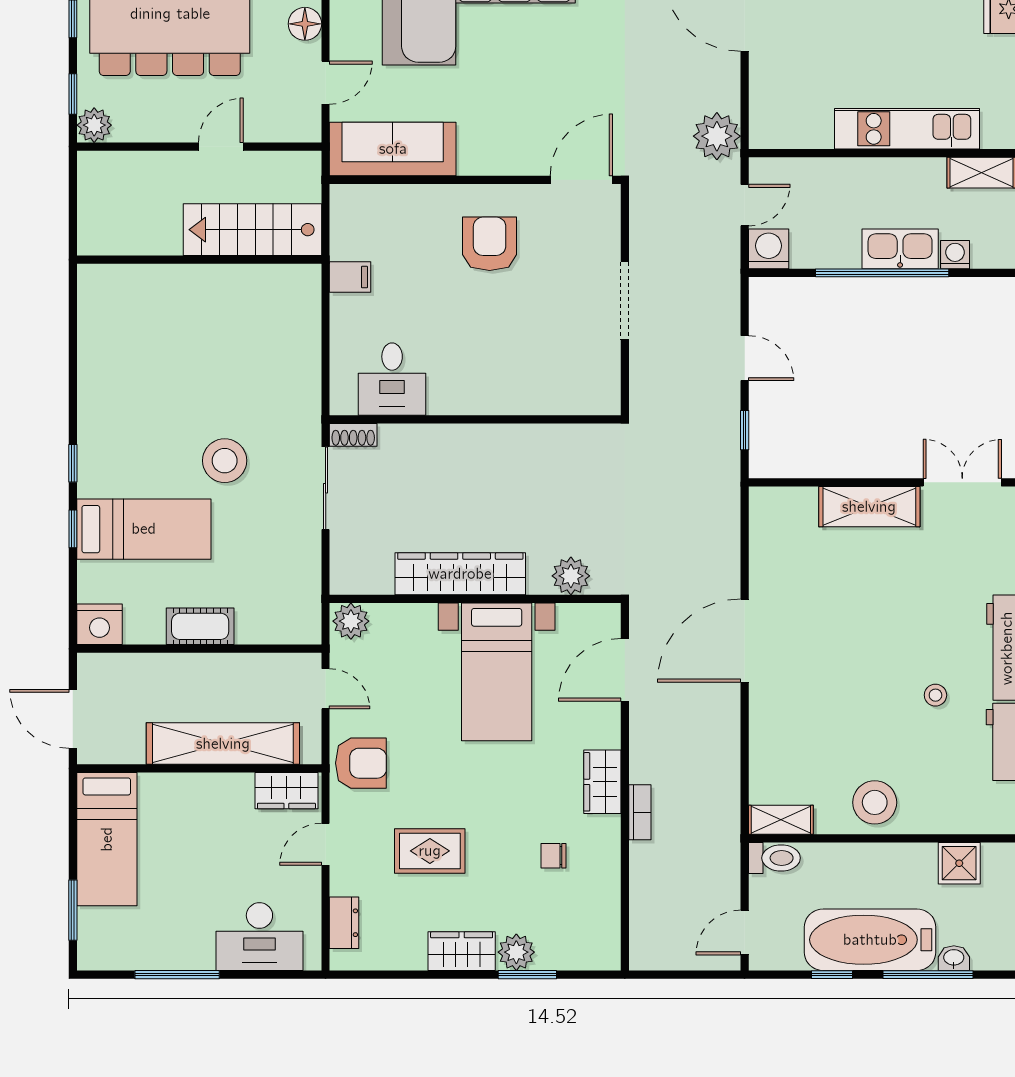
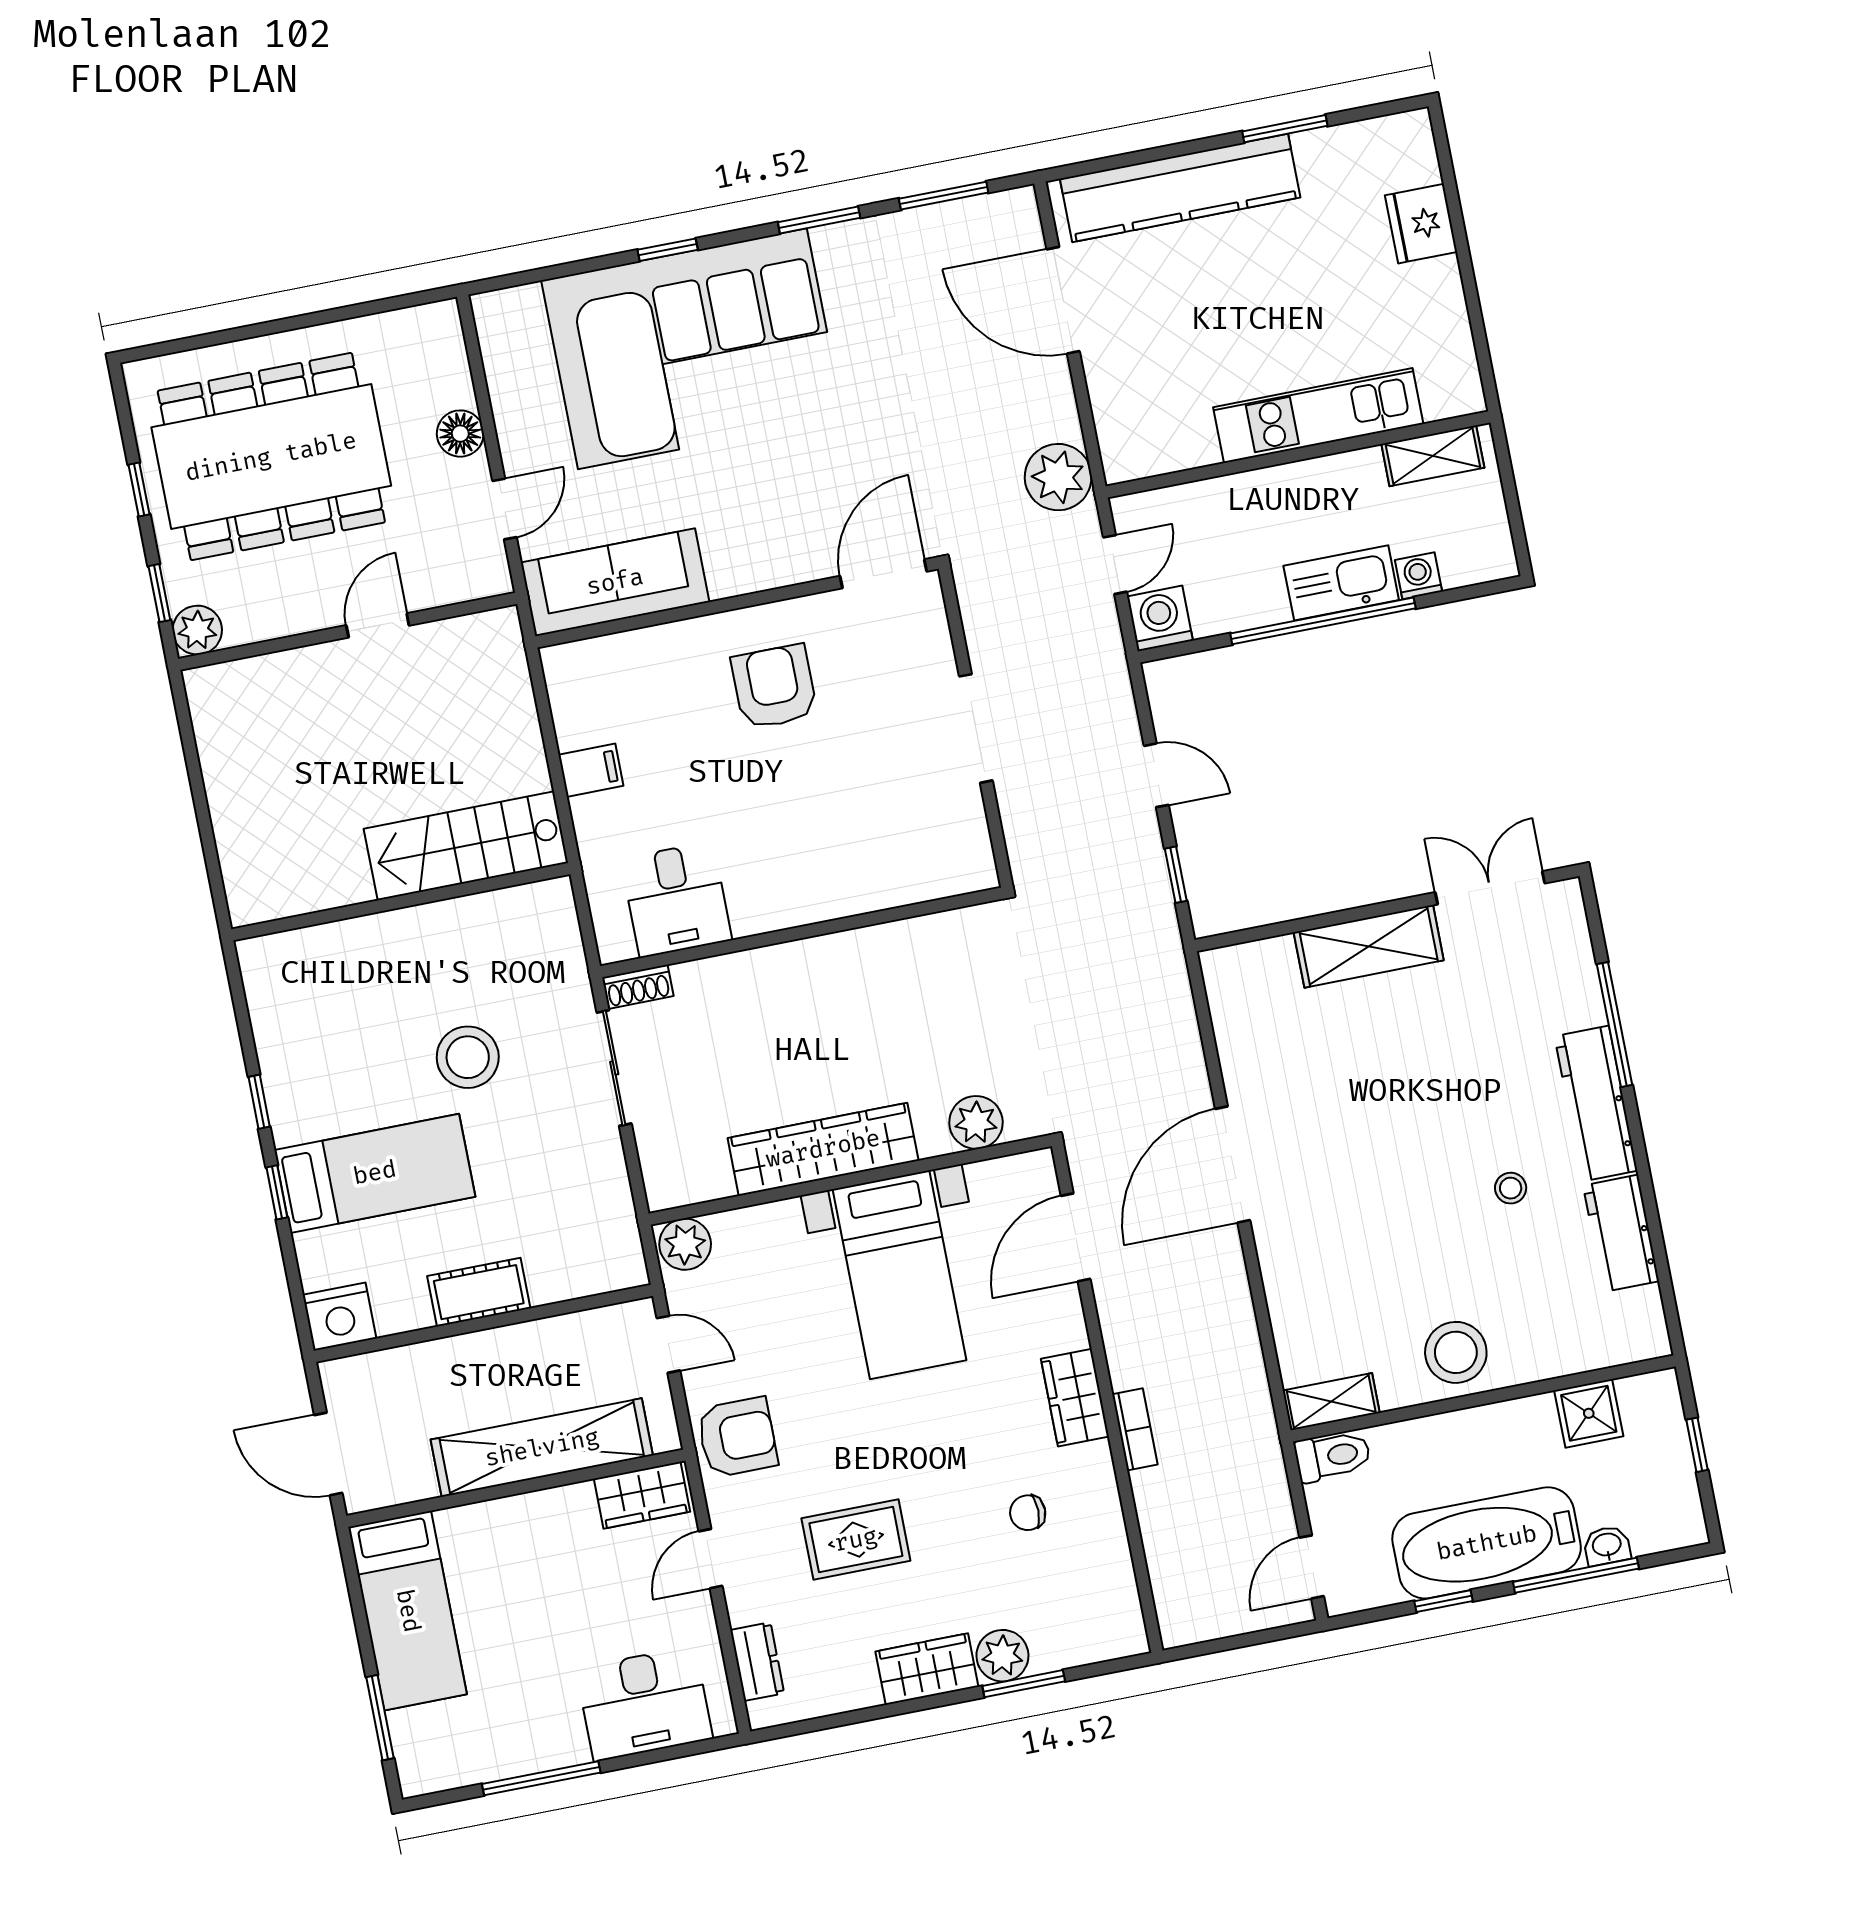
stairs: (252, 230) -> (466, 846), moved
wall: (199, 260) -> (401, 902), moved

